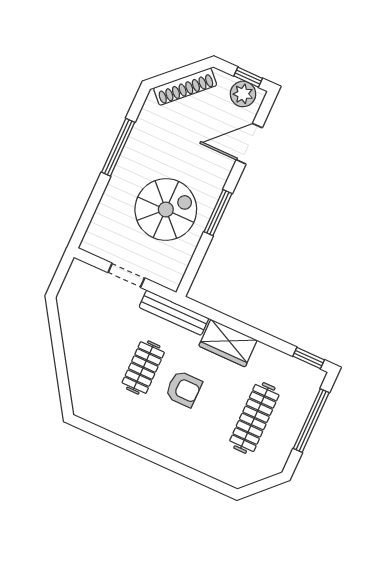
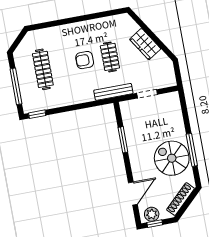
spiral stairs: (166, 210) -> (172, 158), moved, turned 90
window: (218, 213) -> (123, 140), moved
wardrobe: (228, 343) -> (145, 44), moved, turned -123

